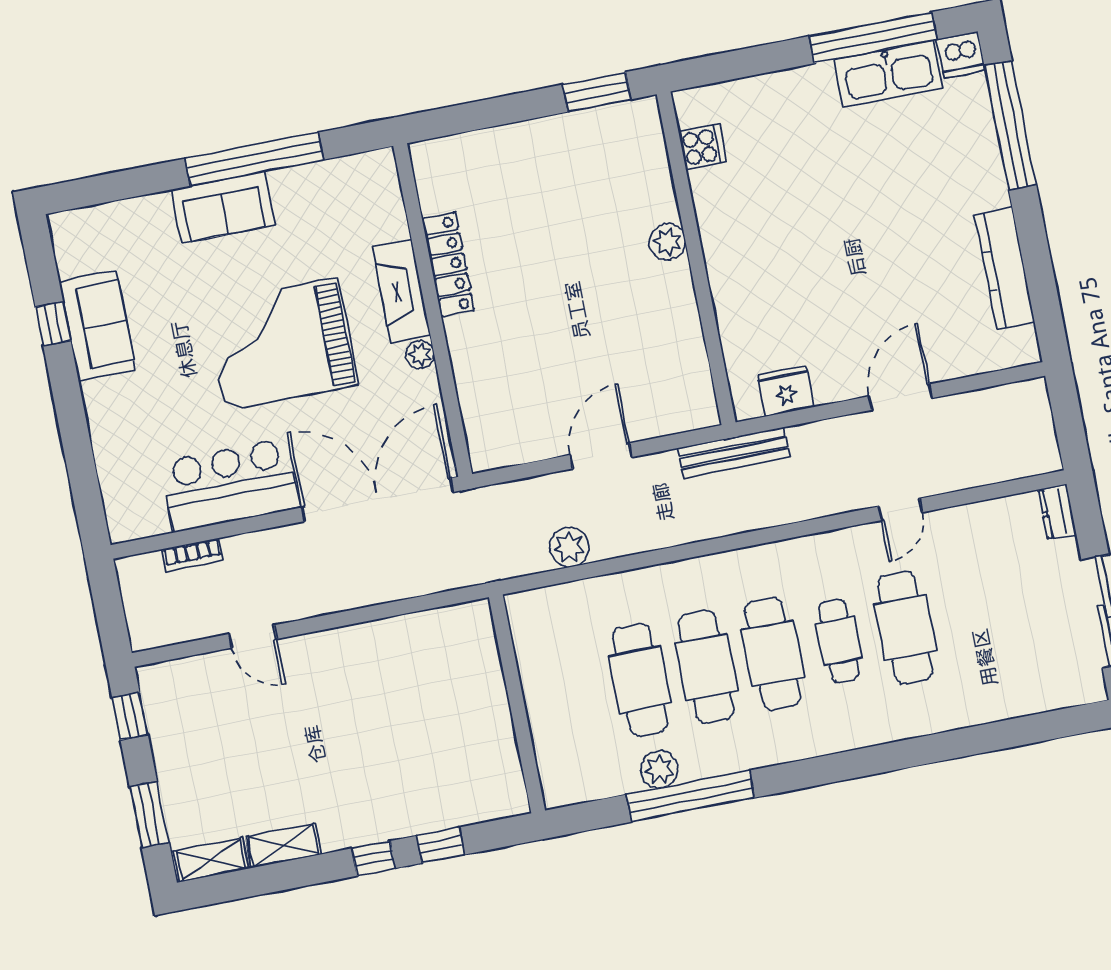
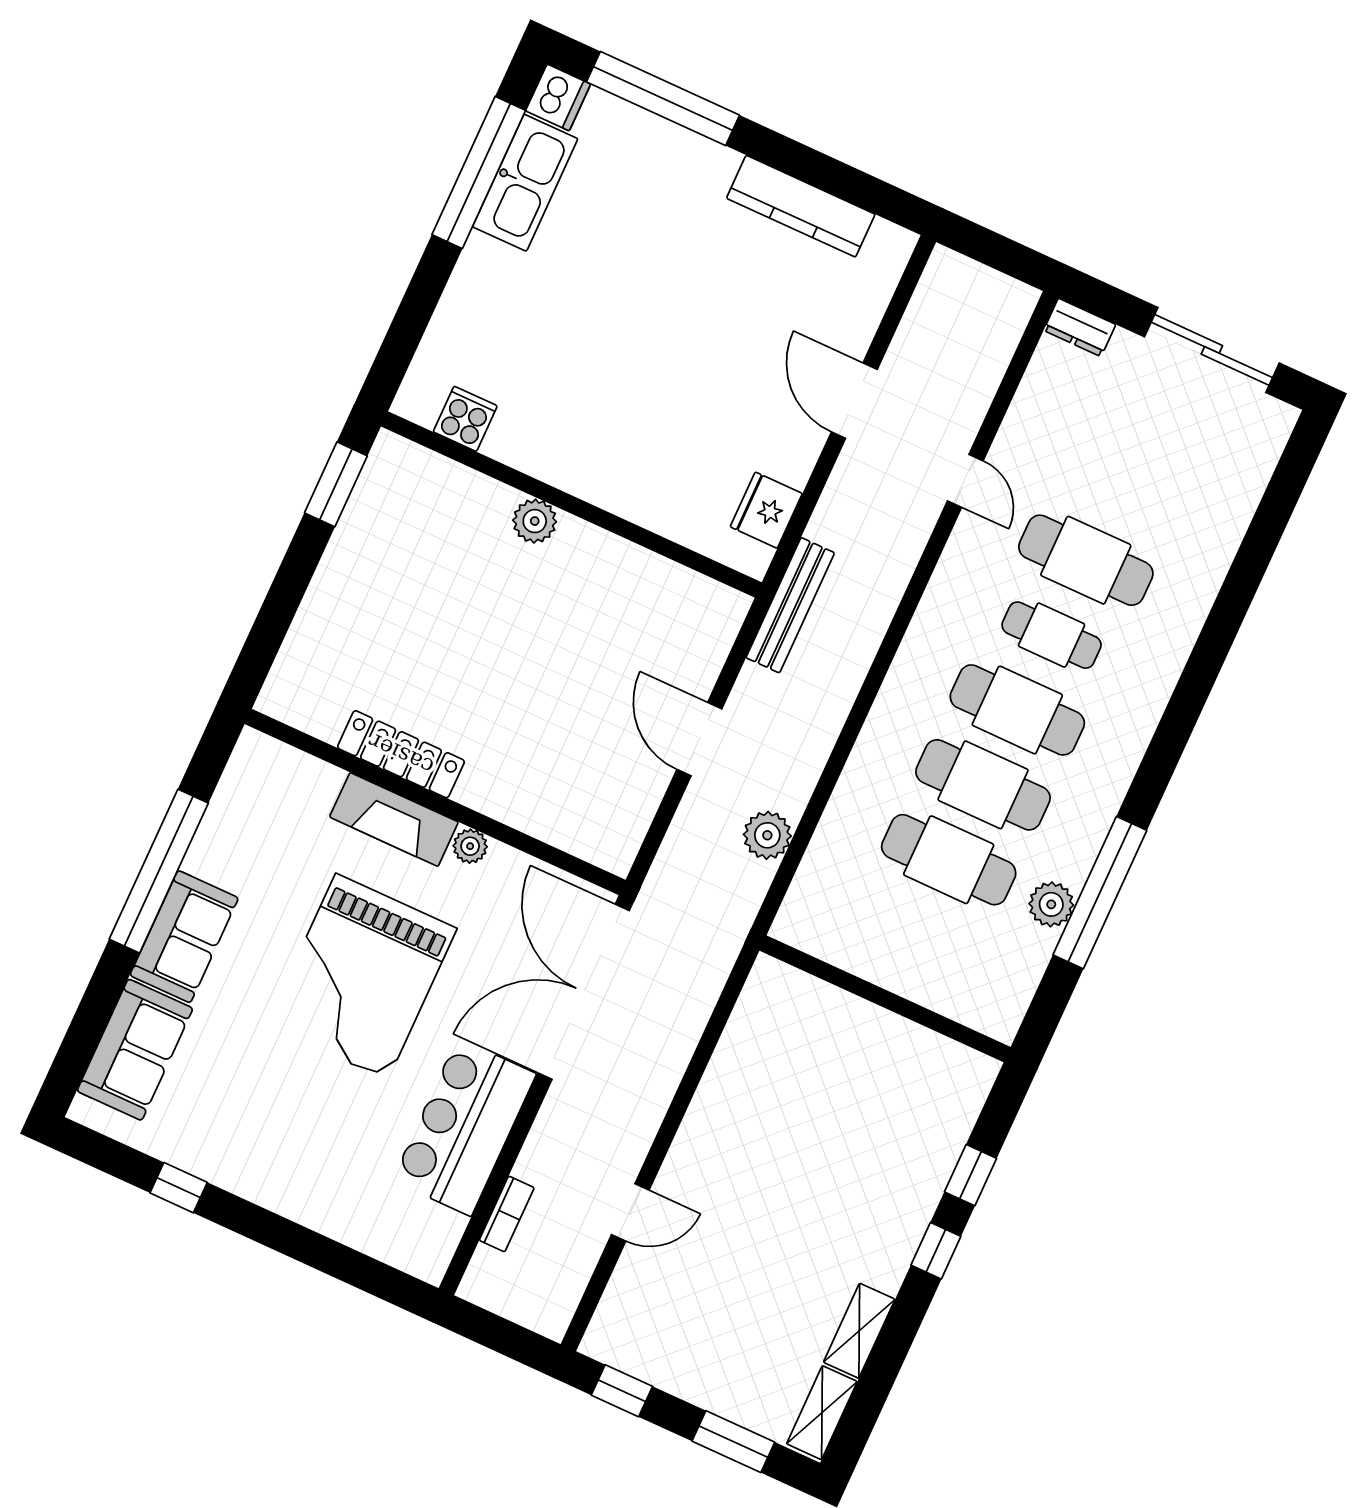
sofa: (97, 326) -> (135, 1050), moved, turned 90

